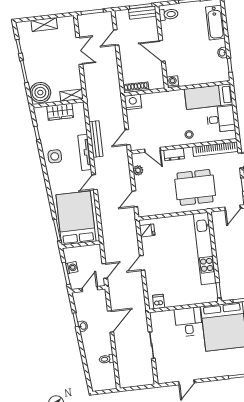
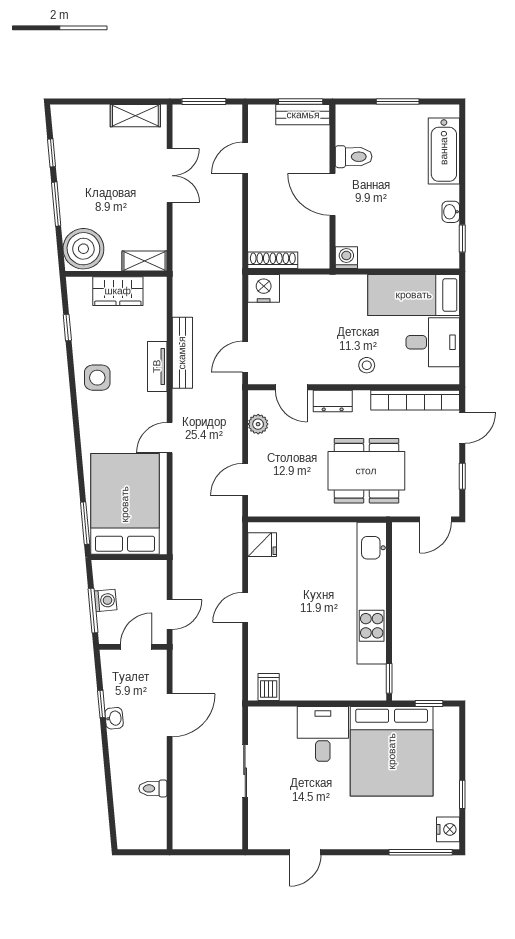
toilet: (169, 14) -> (354, 157), moved
shelving: (44, 25) -> (135, 116), moved
tv unit: (85, 152) -> (157, 366), width x0.71

